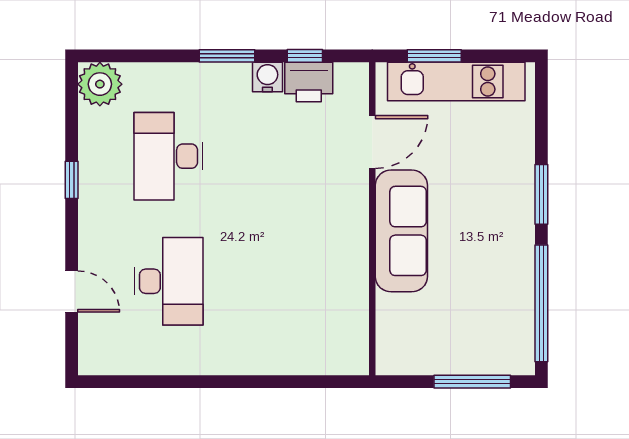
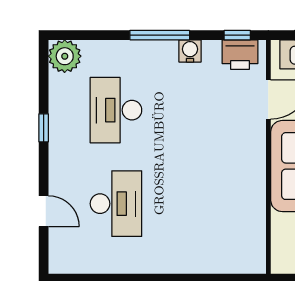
window: (227, 56) -> (160, 35), width x1.44
window: (305, 56) -> (237, 35), moved
printer: (309, 82) -> (240, 55), moved

